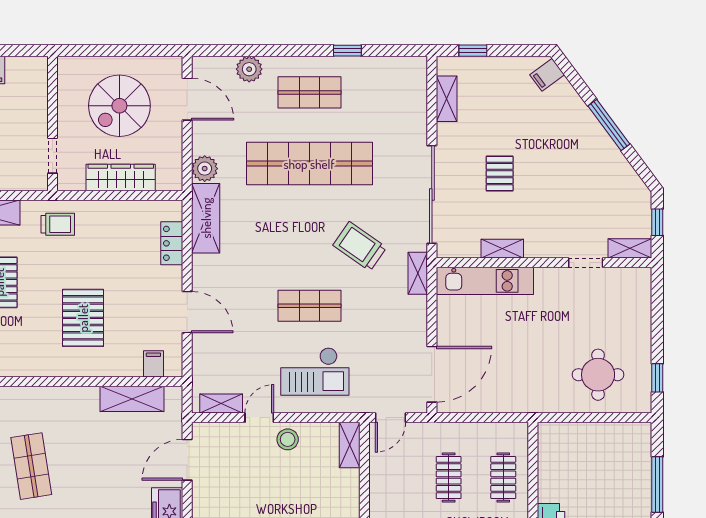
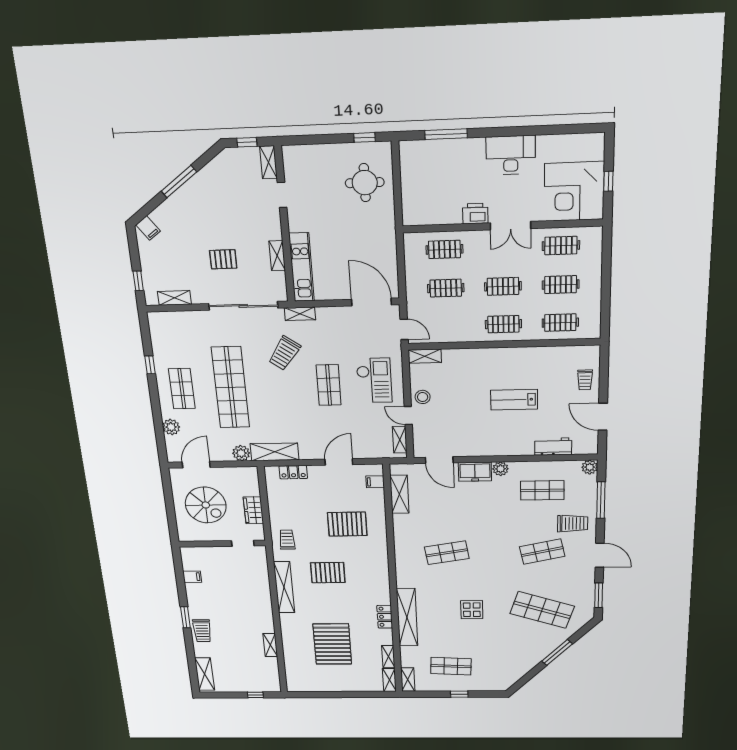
wardrobe: (121, 178) -> (253, 510), width x0.67

